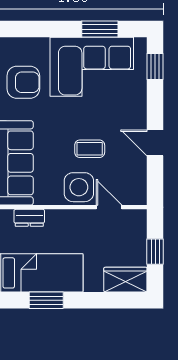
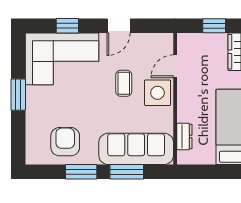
window: (100, 29) -> (18, 95), moved
corner sofa: (92, 67) -> (62, 59), moved, turned 90
window: (155, 67) -> (67, 26), moved

